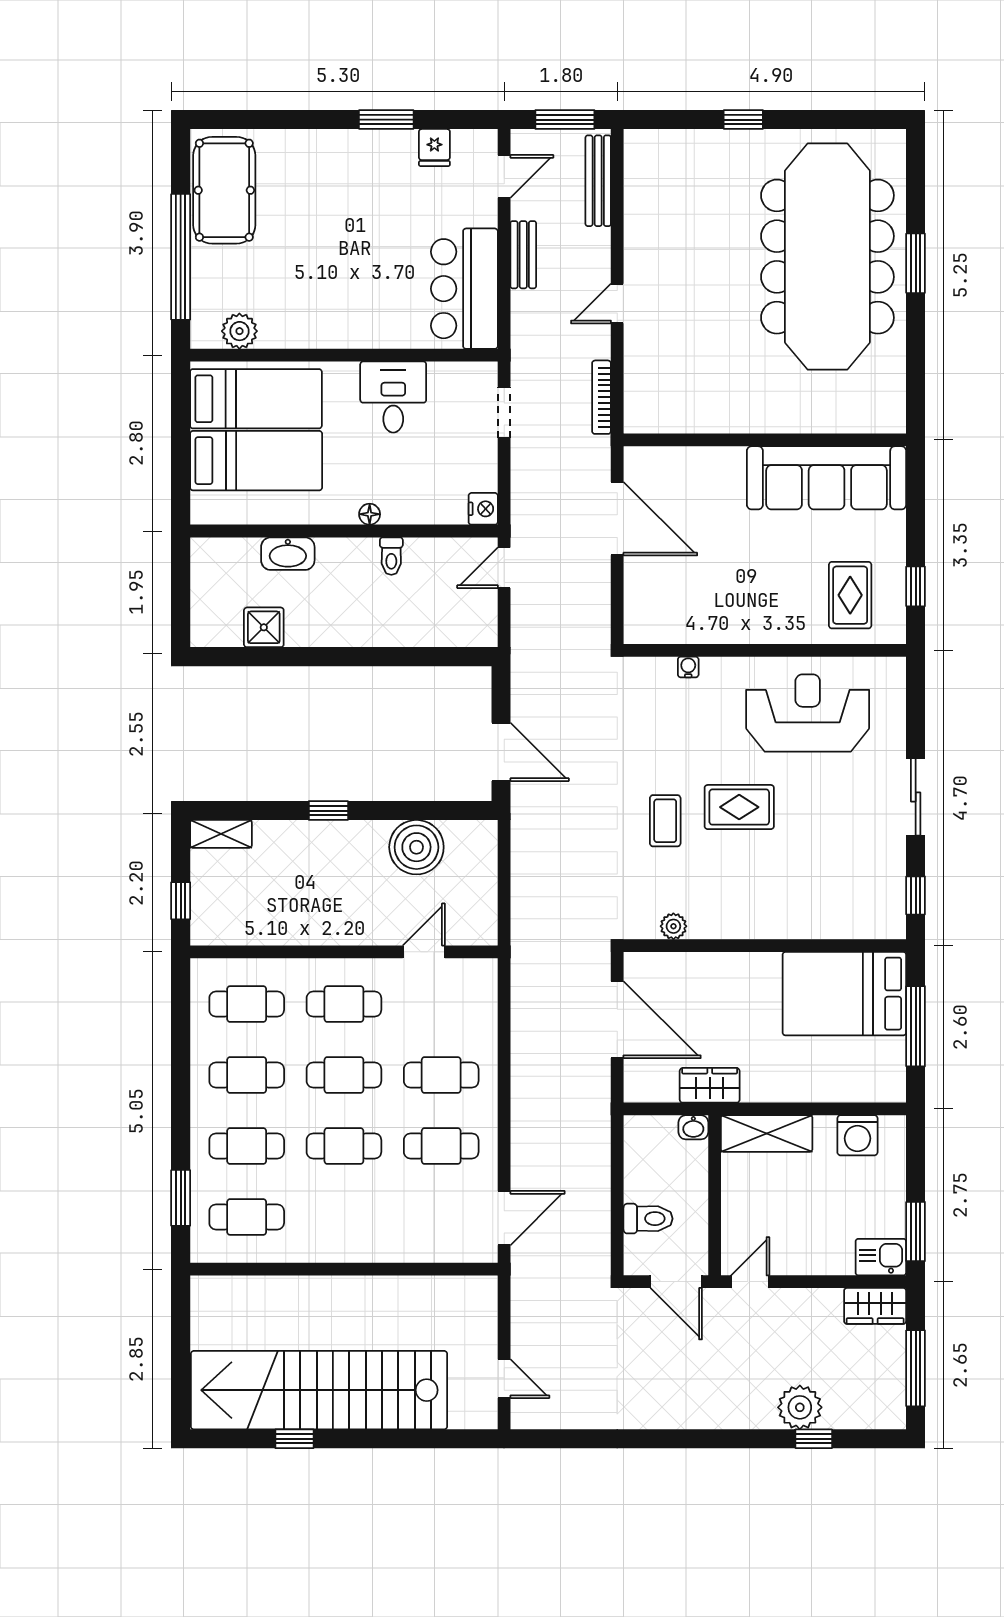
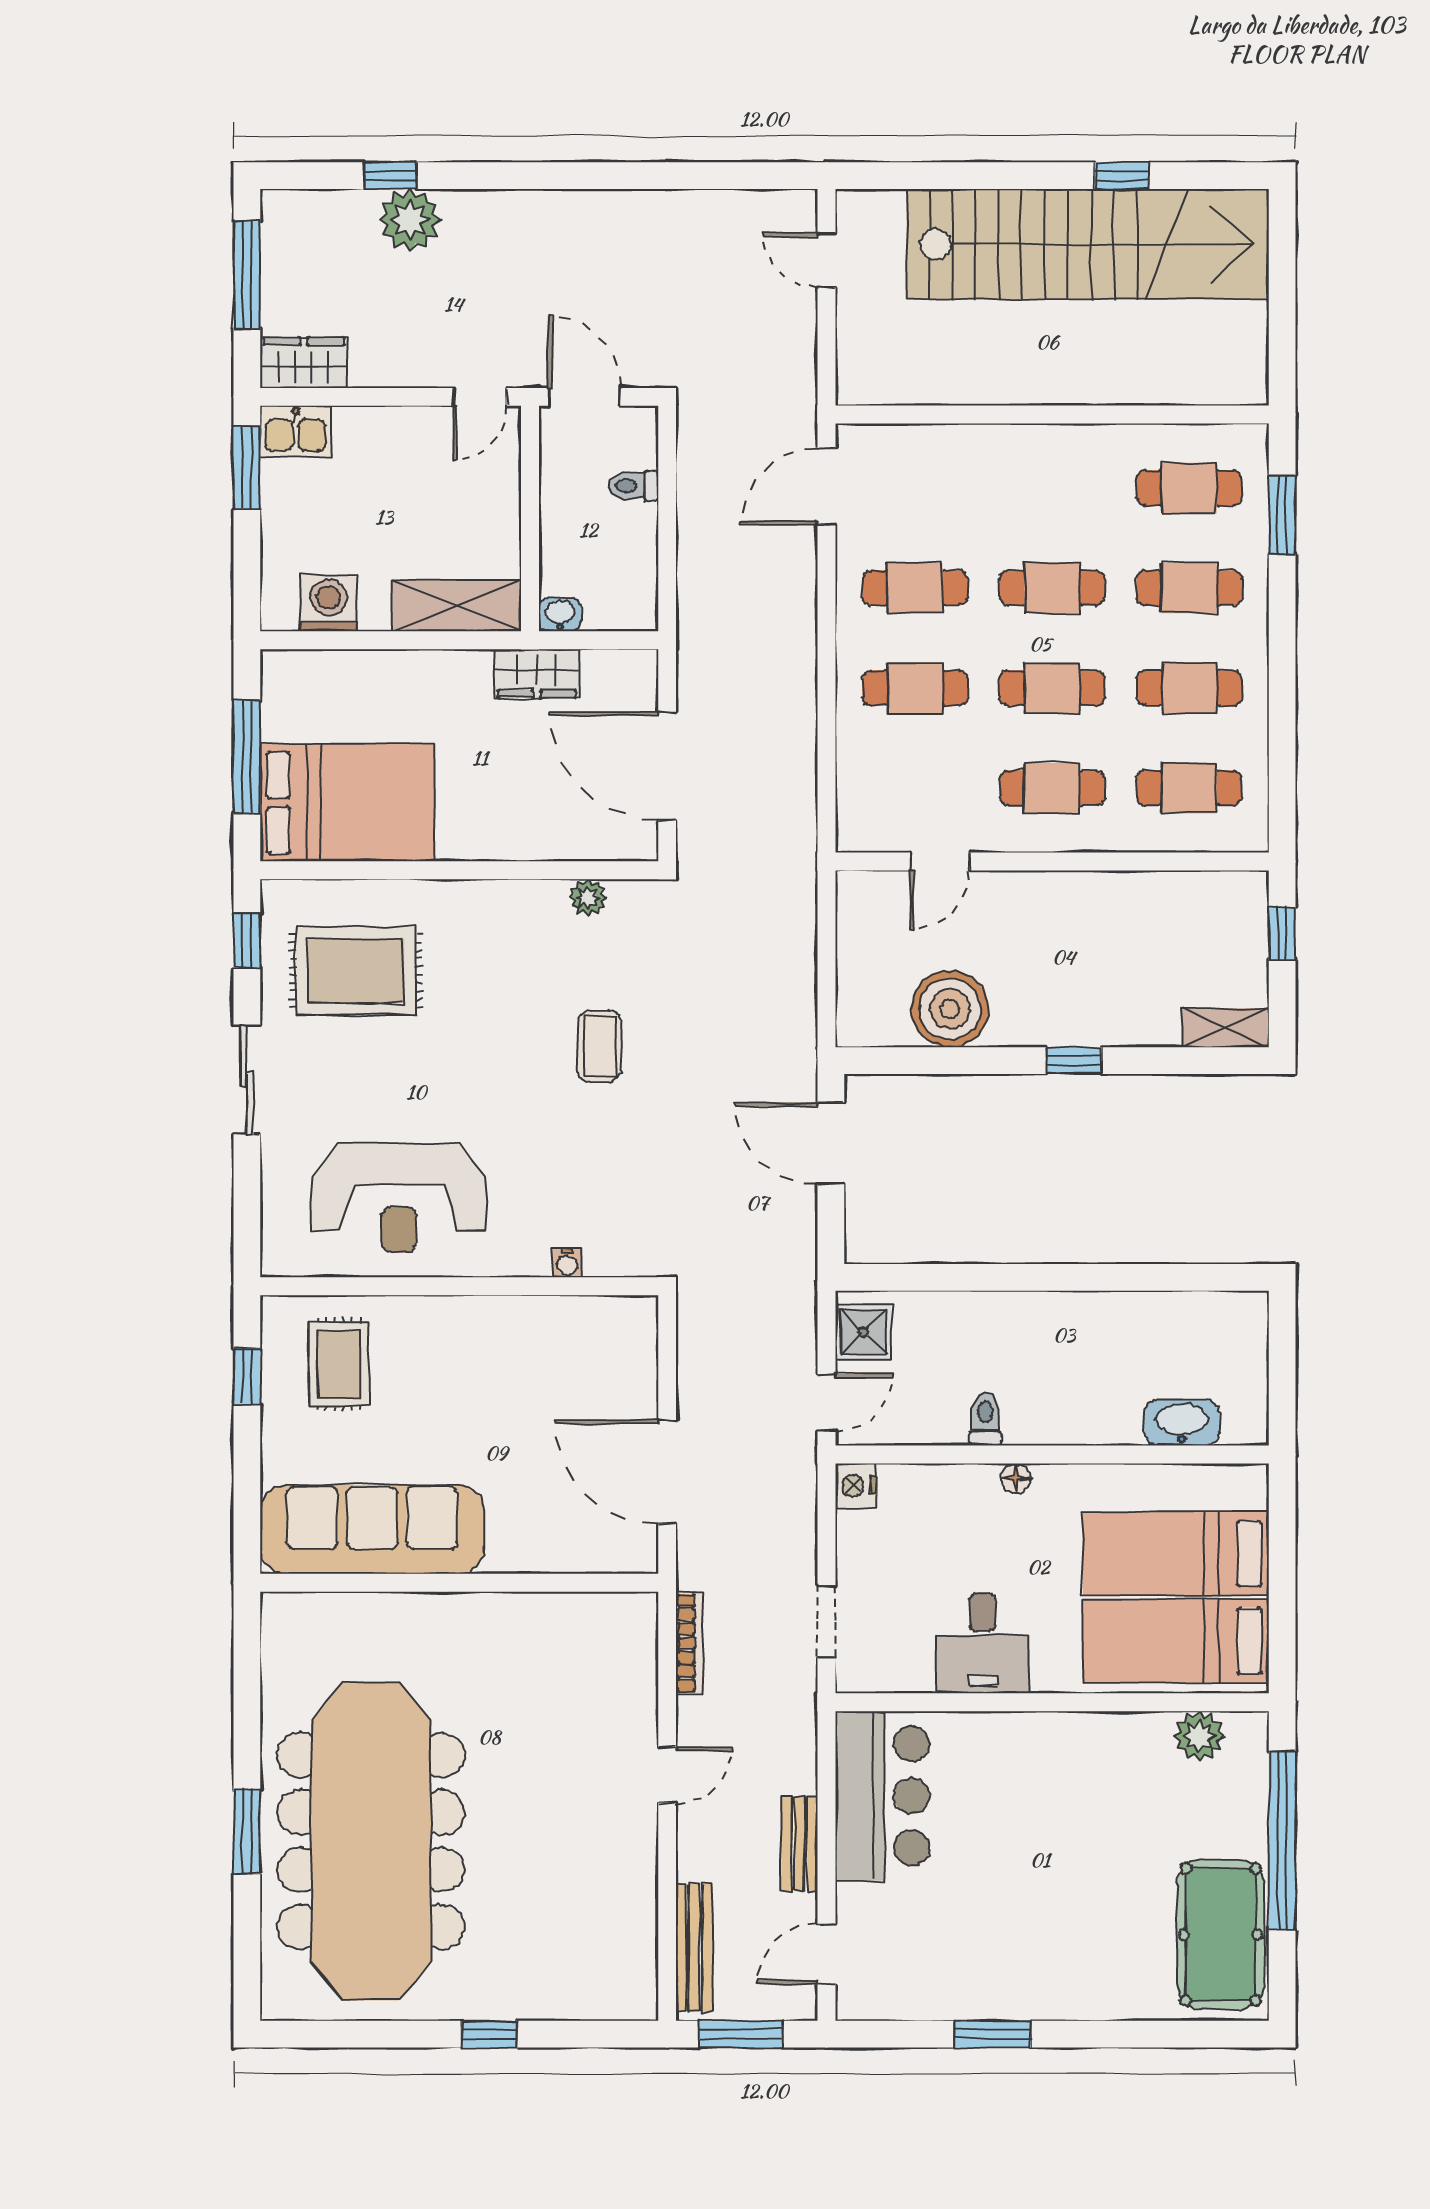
fridge: (434, 147) -> (925, 1995), removed
washbasin: (288, 554) -> (1182, 1423), moved
shower: (264, 627) -> (863, 1332), moved
rug: (739, 807) -> (356, 971), moved, width x1.36, depth x1.43
toilet: (648, 1219) -> (633, 486), width x0.73, depth x0.72

